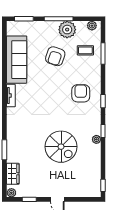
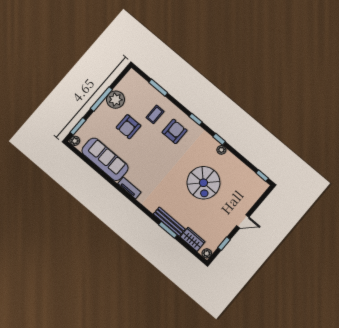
plant: (92, 26) -> (75, 141), moved
coffee table: (85, 50) -> (155, 114), moved
armchair: (55, 56) -> (128, 127), turned 72
armchair: (81, 93) -> (175, 131), turned 90
bench: (11, 146) -> (169, 222), added
spiral stairs: (61, 147) -> (203, 183), turned 90

